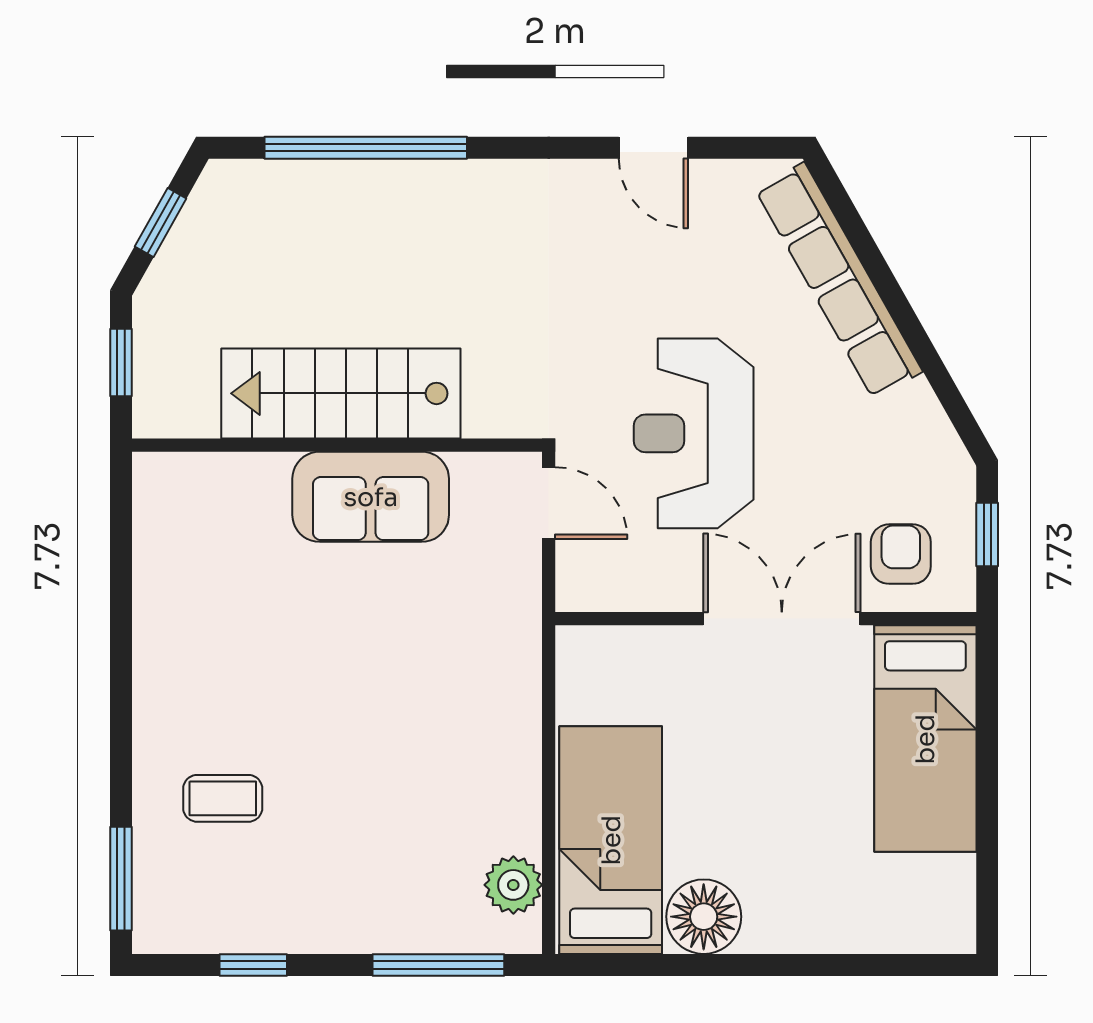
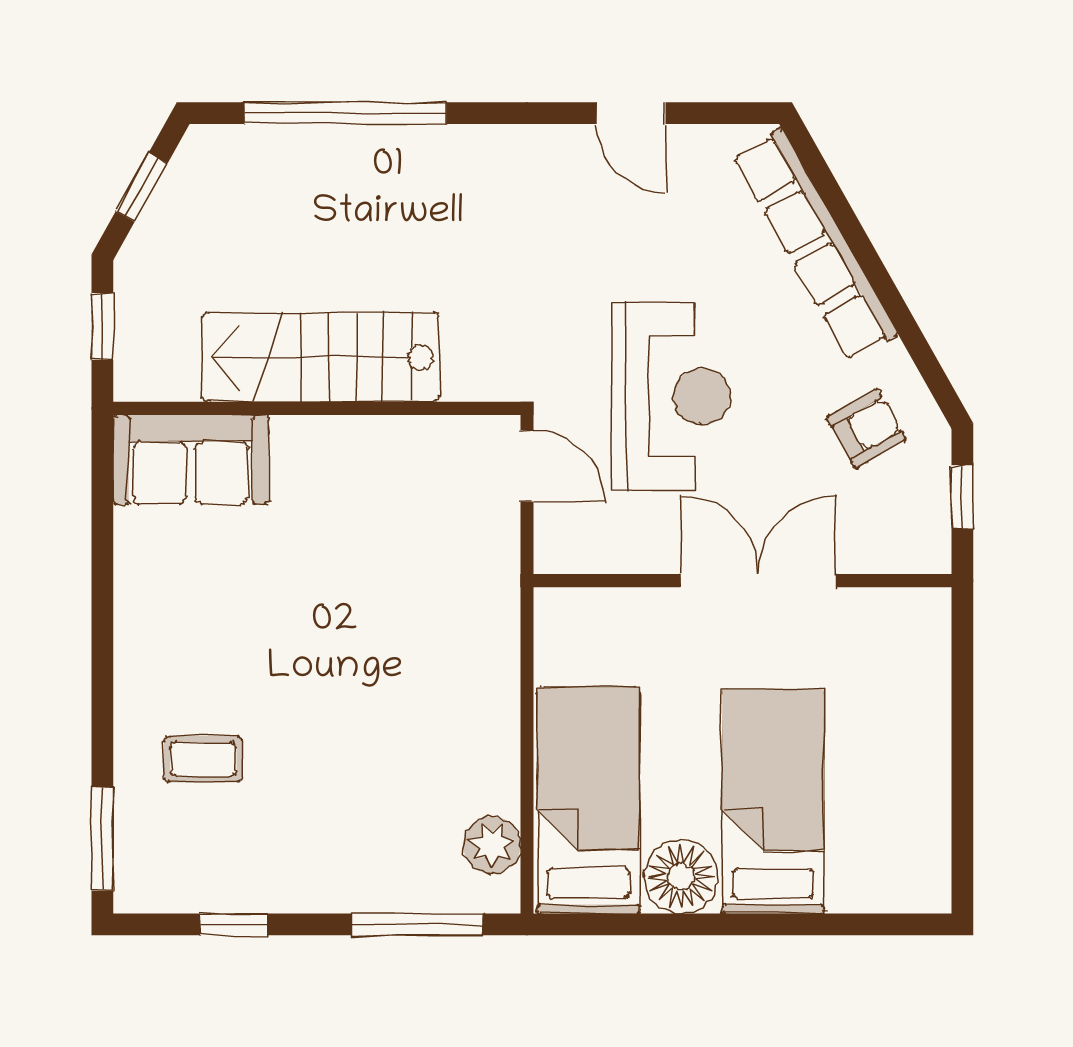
reception desk: (694, 433) -> (671, 397), turned 180
sofa: (371, 497) -> (191, 460), moved
armchair: (901, 554) -> (866, 428), moved, turned 60
bed: (925, 739) -> (773, 801), moved, turned 180

